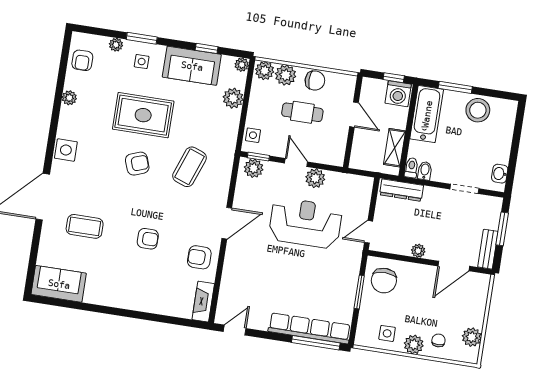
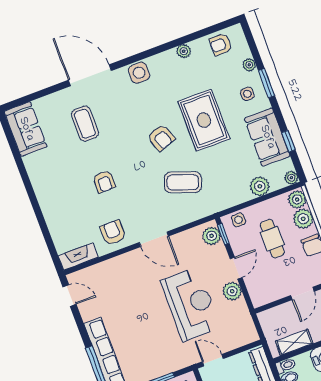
cafe table: (302, 112) -> (272, 239), moved

